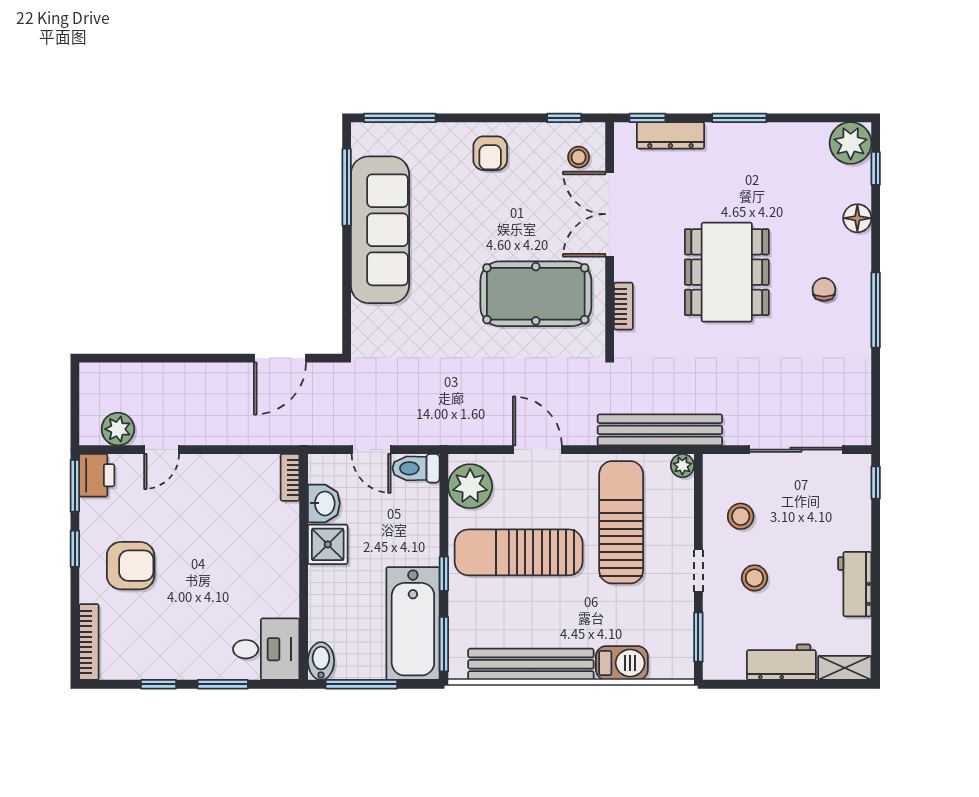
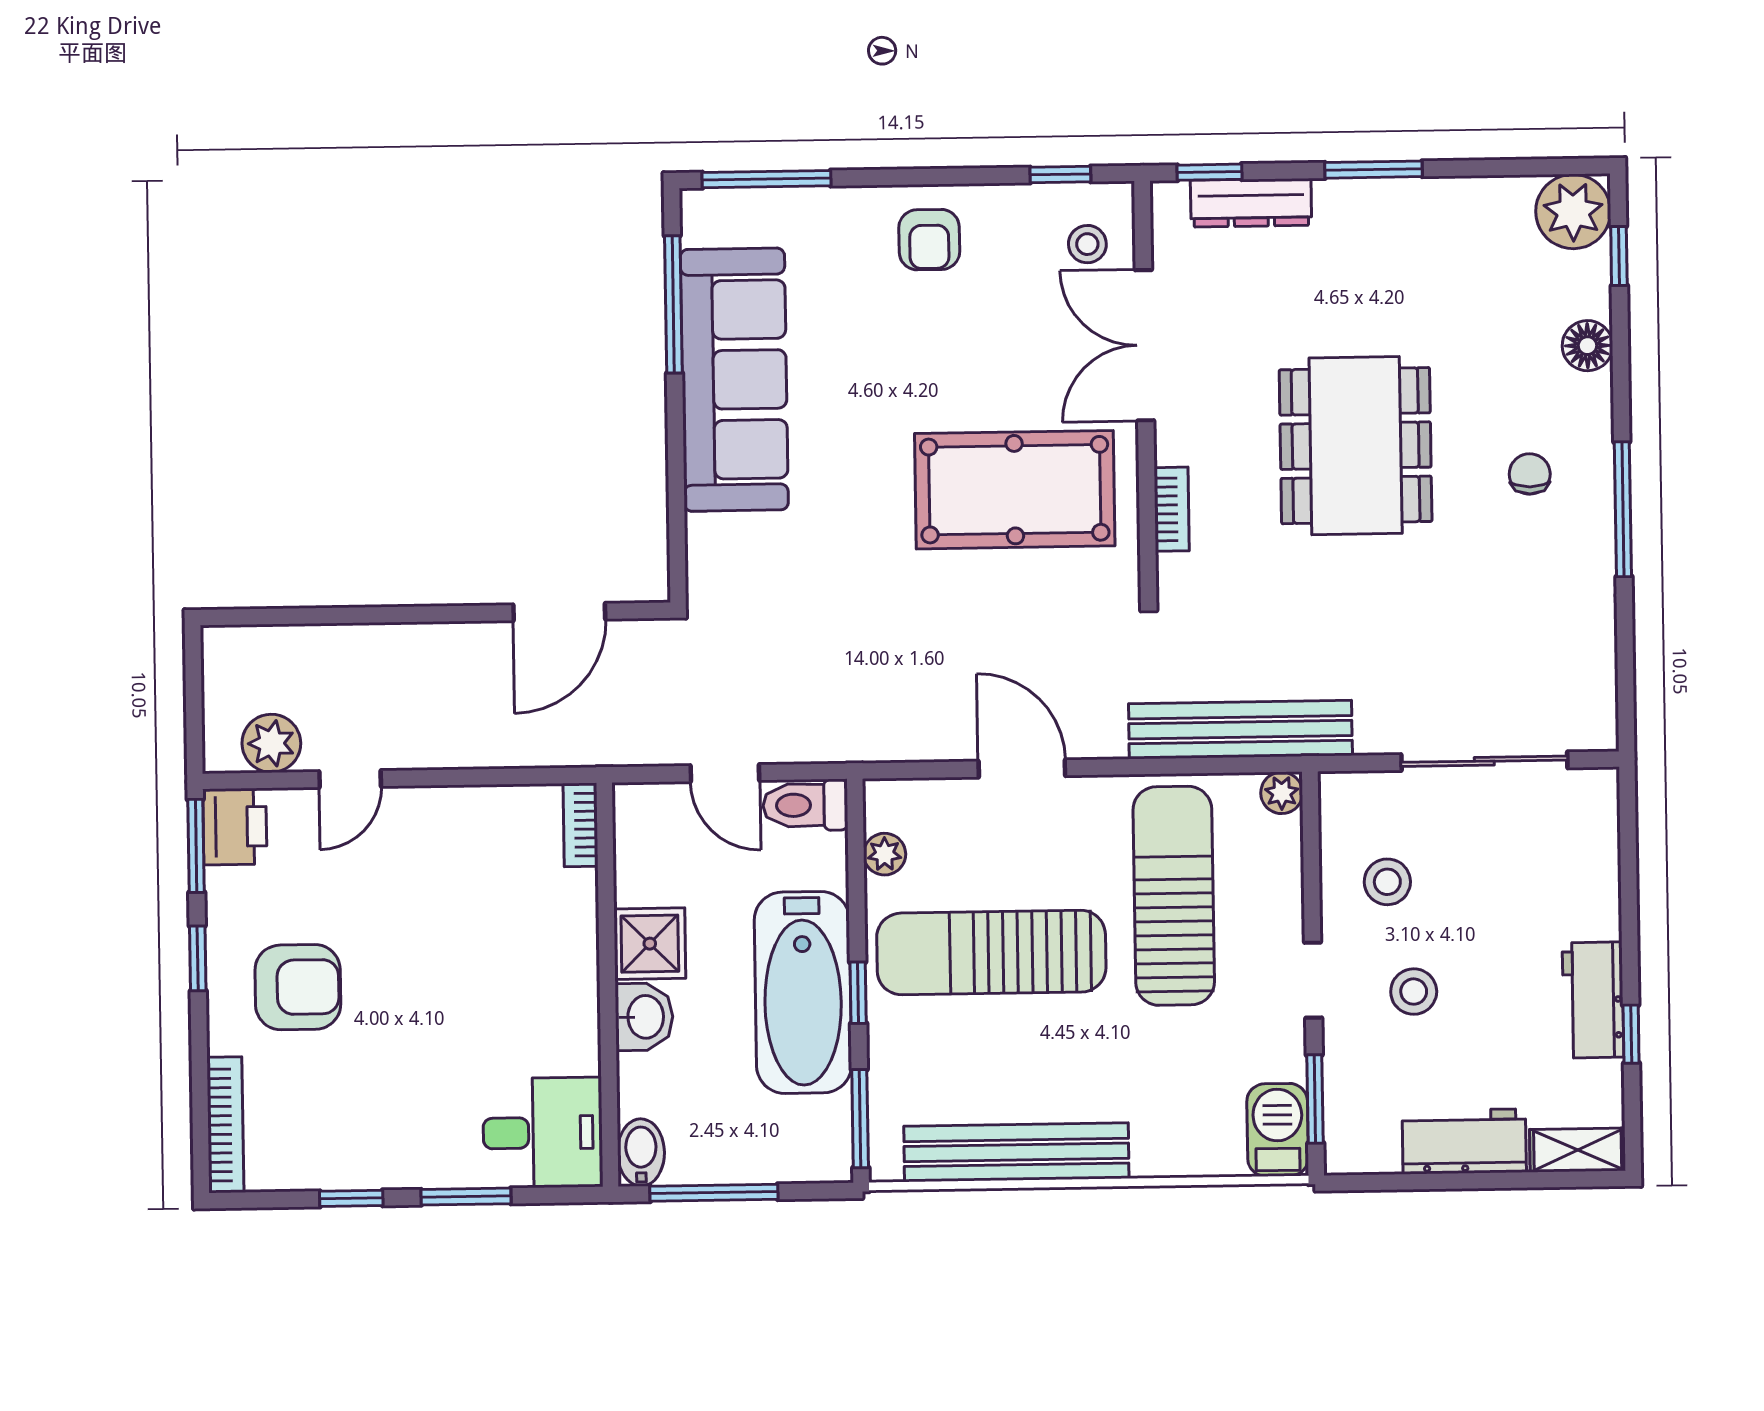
window: (876, 482) -> (1631, 1034), moved
plant: (470, 486) -> (885, 854), width x0.53, depth x0.53
washbasin: (324, 503) -> (644, 1017), moved
bathtub: (413, 624) -> (803, 992), moved
barbecue: (622, 663) -> (1278, 1130), moved, turned -90

